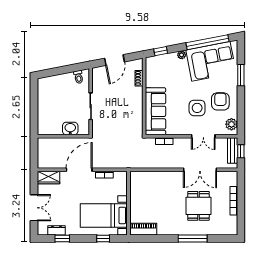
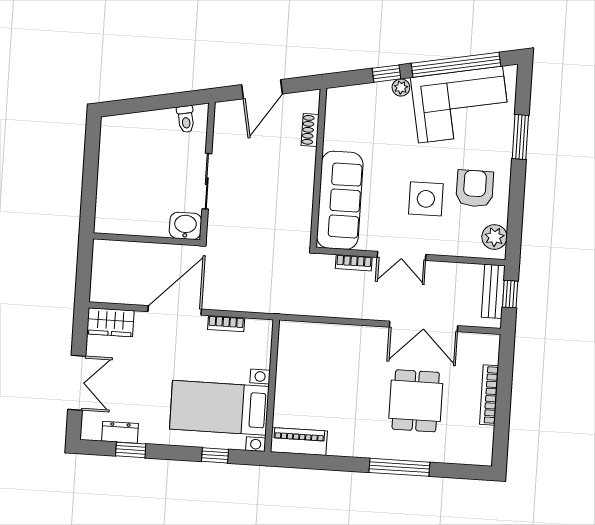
window: (161, 51) -> (386, 74), moved
washbasin: (70, 128) -> (185, 226), moved
double door: (203, 136) -> (401, 256), moved

